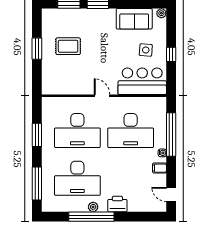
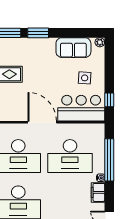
window: (171, 54) -> (109, 100), moved
door: (102, 96) -> (42, 122), width x1.88
filing cabinet: (159, 168) -> (98, 192), width x2.00

